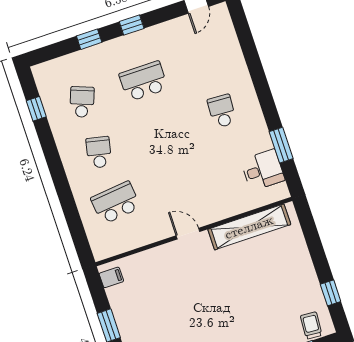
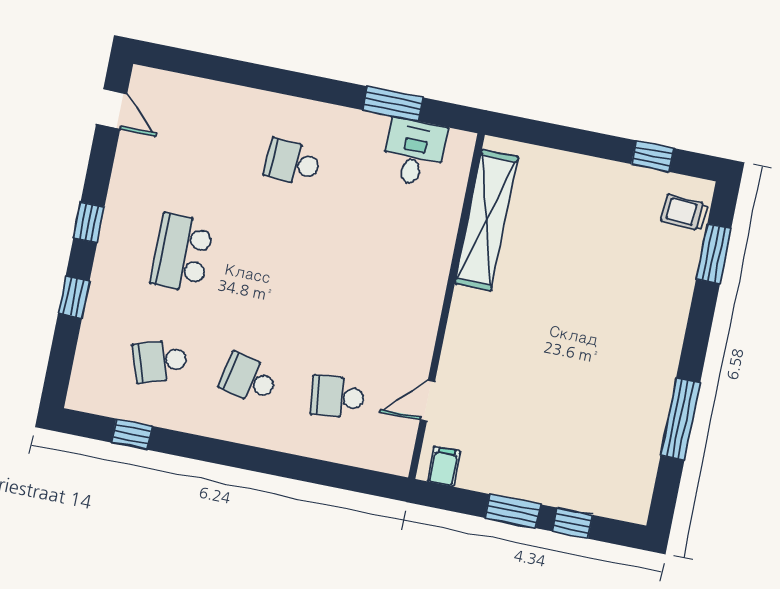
school desk: (82, 102) -> (160, 361), turned -39
school desk: (116, 203) -> (338, 397), width x0.54
door: (188, 234) -> (427, 401), moved

